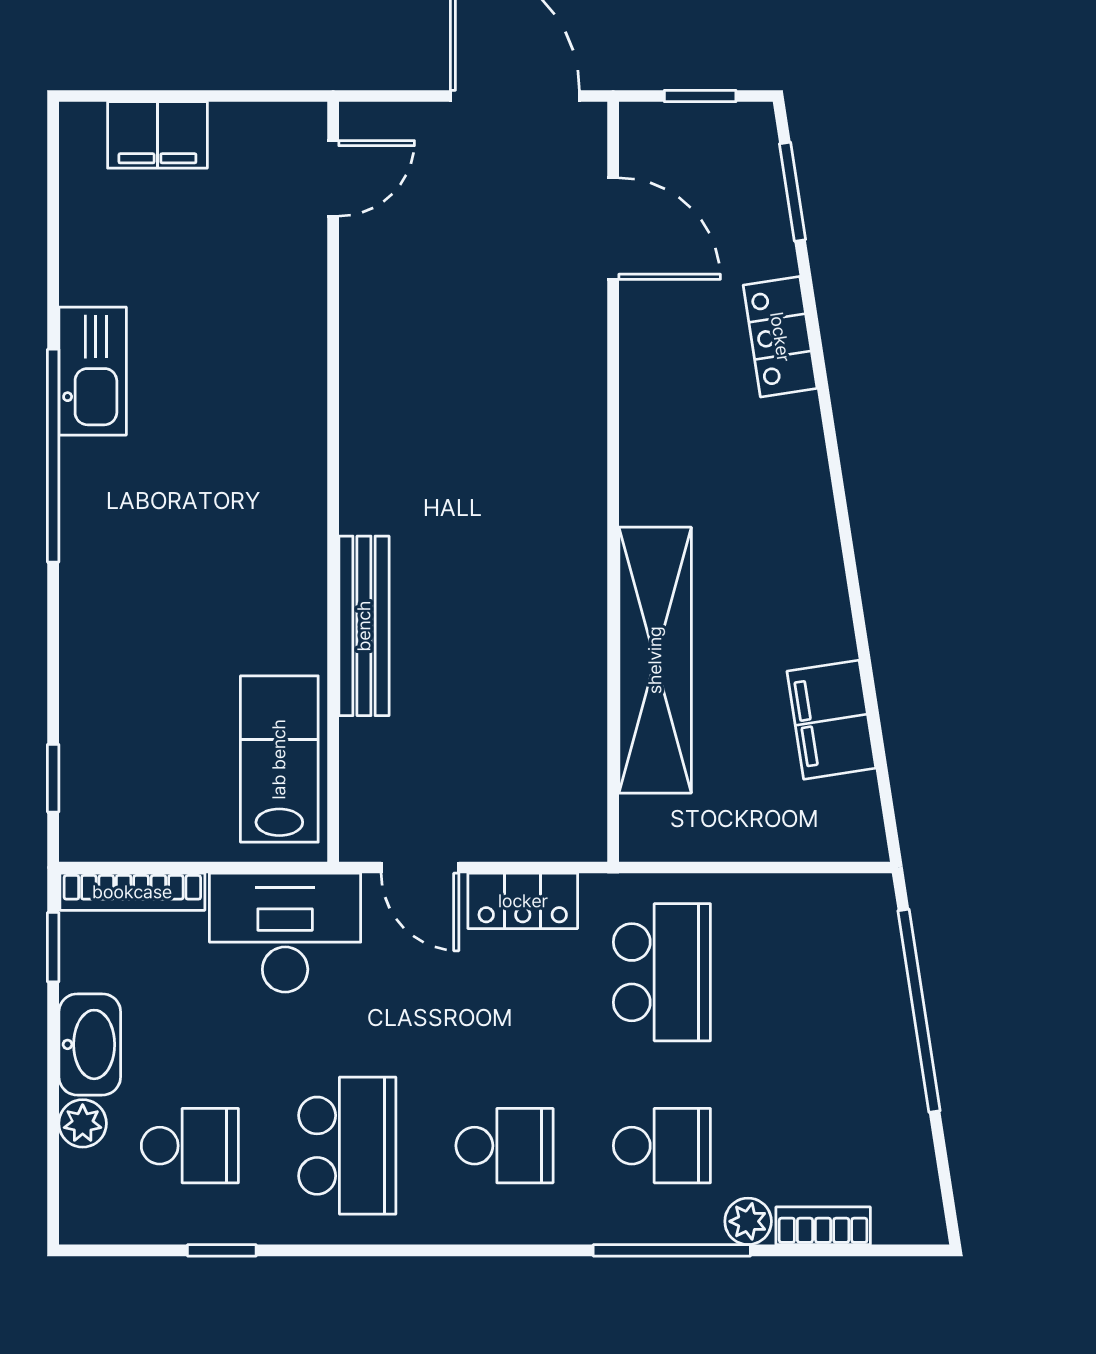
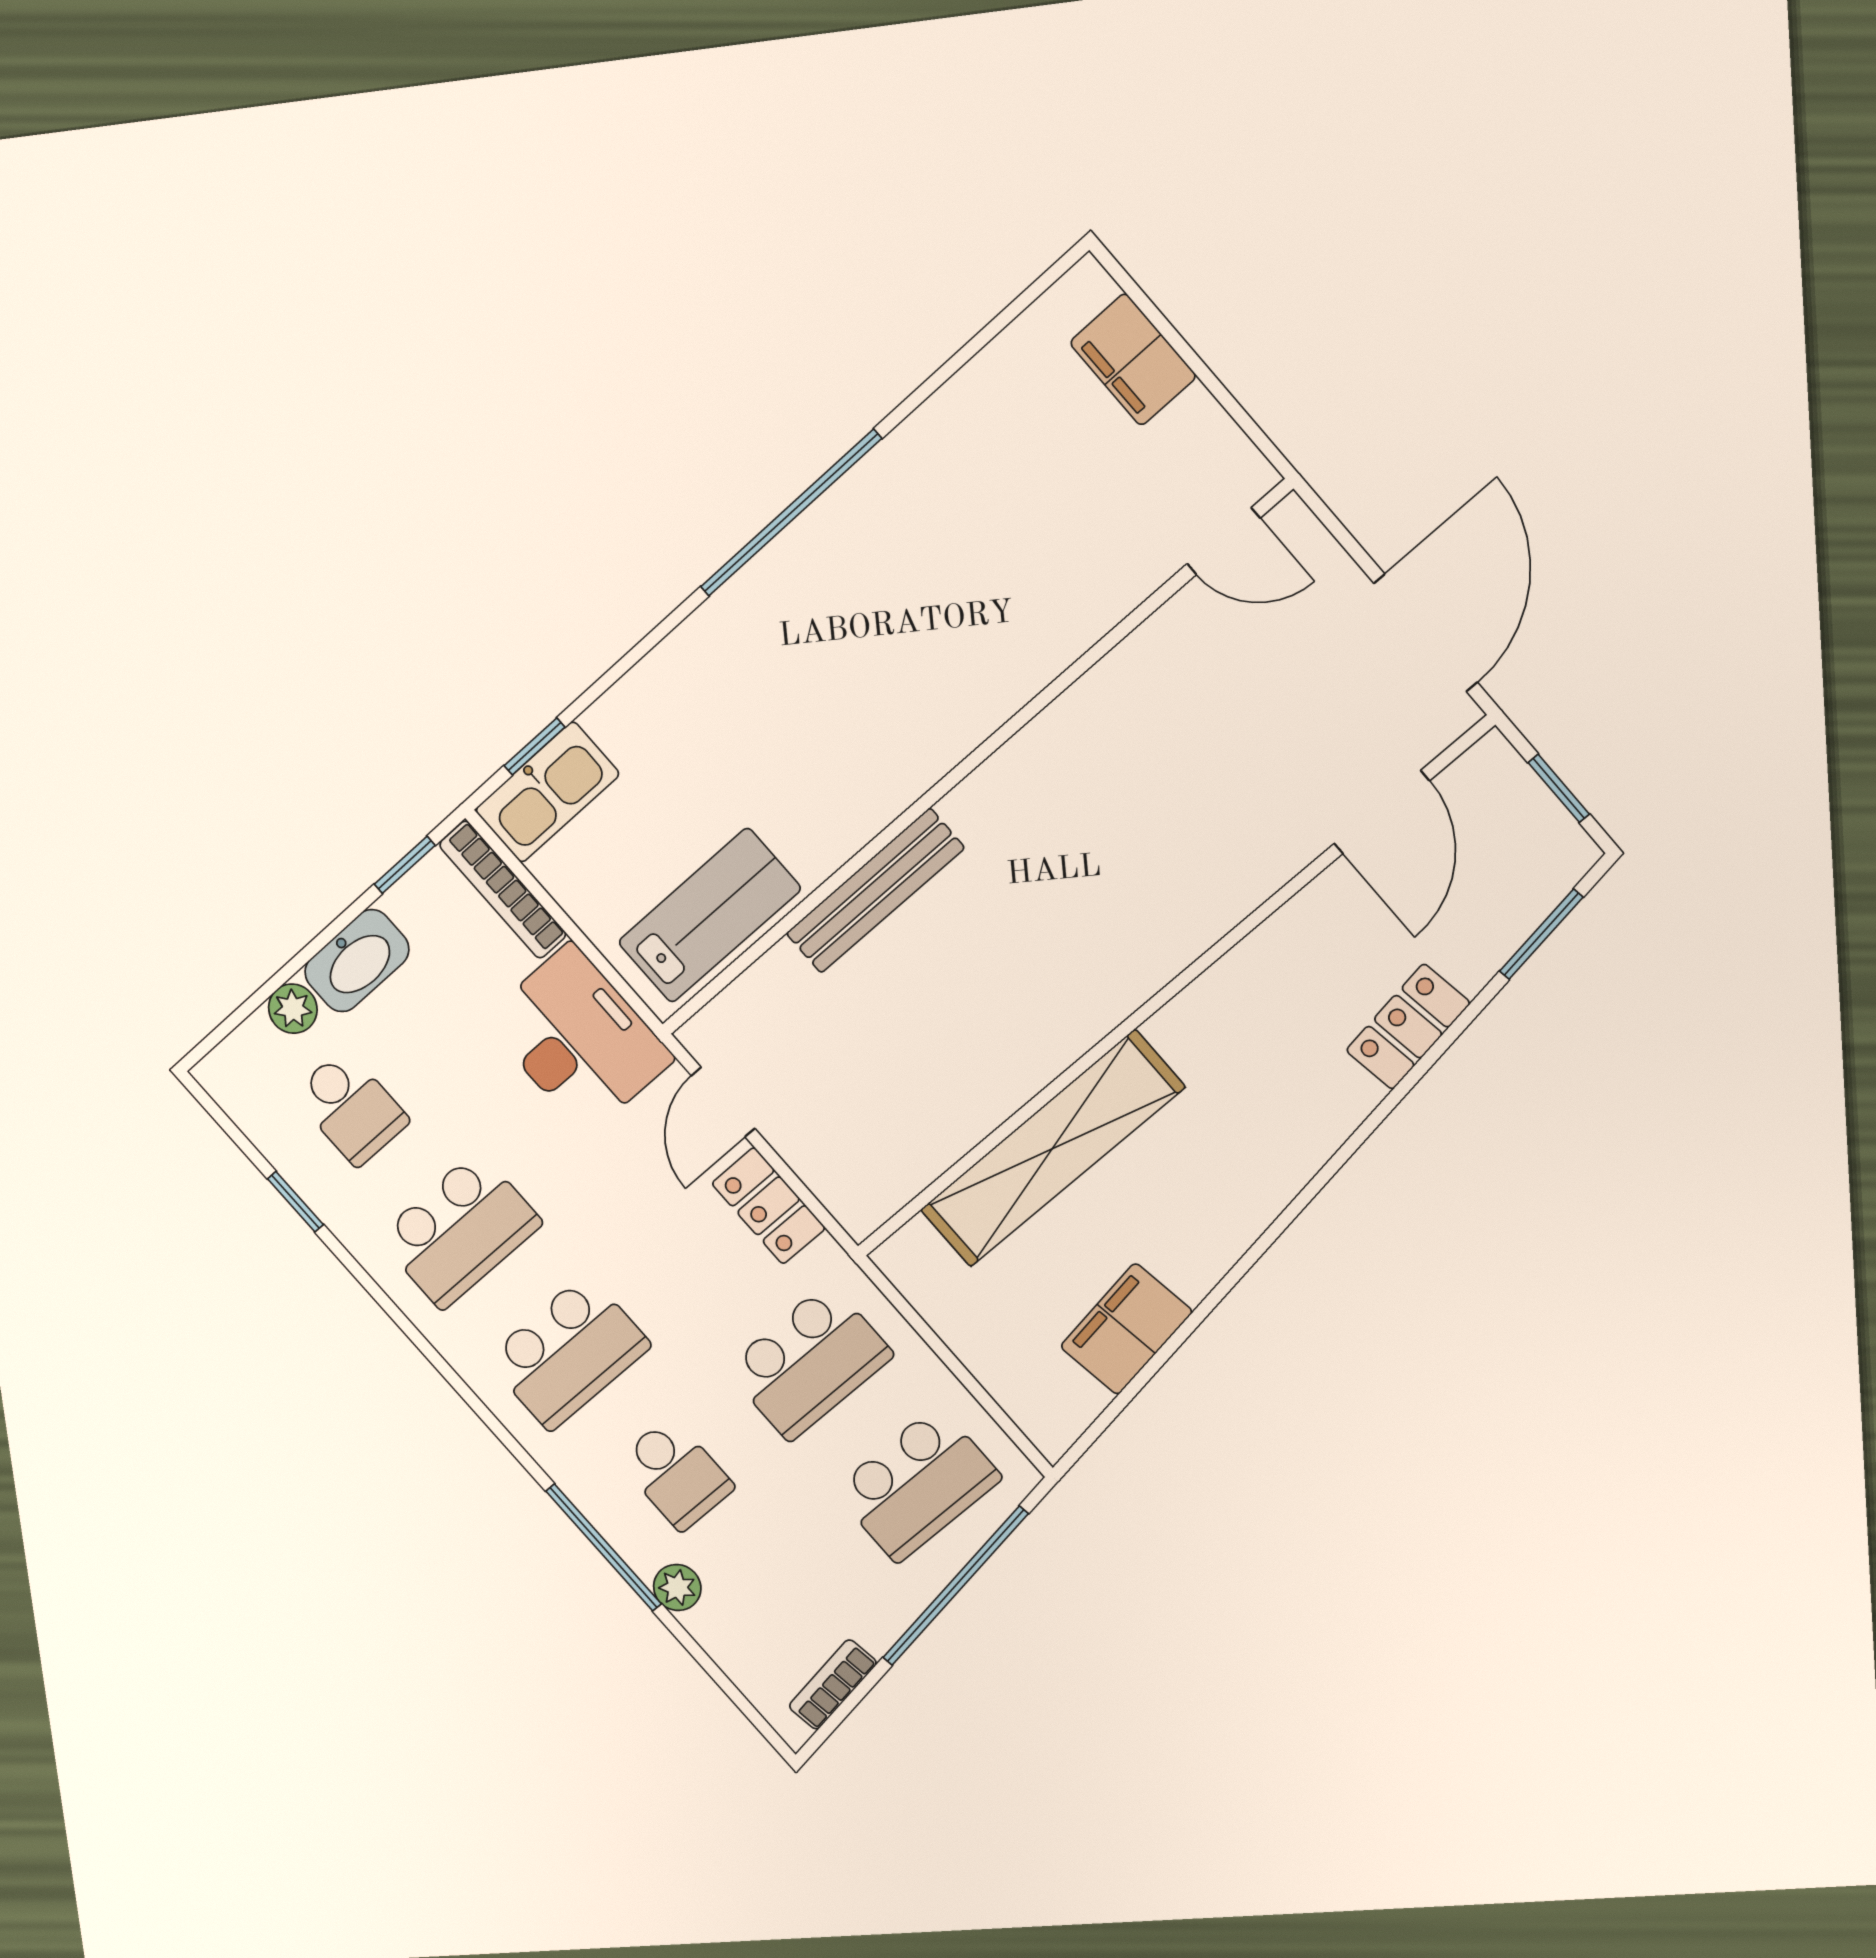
kitchen sink: (93, 371) -> (547, 792), moved
school desk: (819, 972) -> (917, 1484), added
school desk: (505, 1146) -> (568, 1352), width x1.85
bookcase: (823, 1226) -> (833, 1685), moved, turned -99

